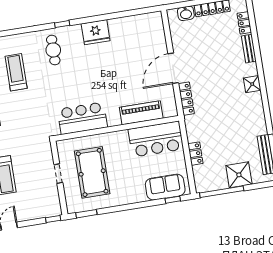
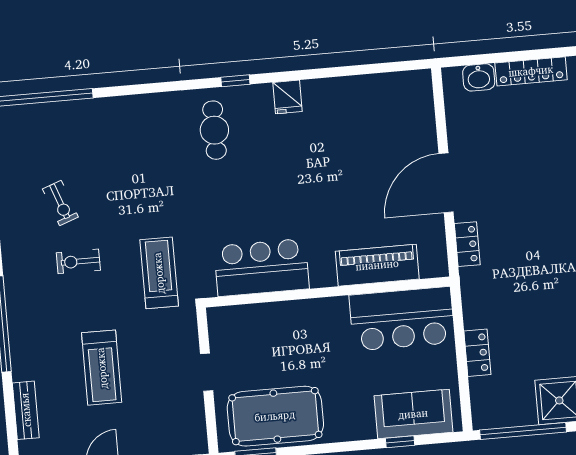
fridge: (96, 32) -> (288, 97), width x0.53, depth x0.75
treadmill: (16, 72) -> (159, 273), moved
locker: (186, 99) -> (467, 244), width x0.66
pool table: (92, 172) -> (275, 416), moved, turned 90
window: (173, 200) -> (400, 442), moved

